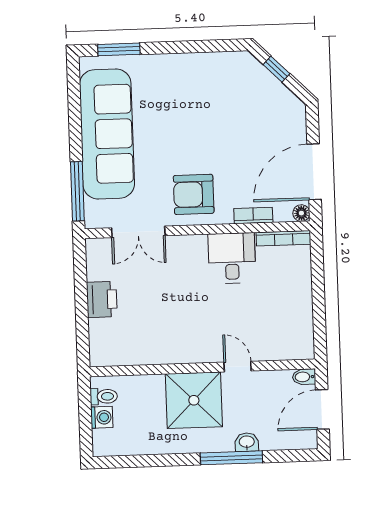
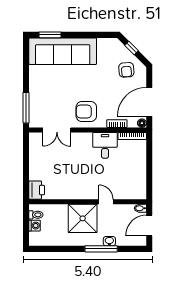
armchair: (268, 112) -> (126, 70), added
sofa: (107, 134) -> (63, 51), moved, turned 90
printer: (102, 299) -> (37, 190), moved

